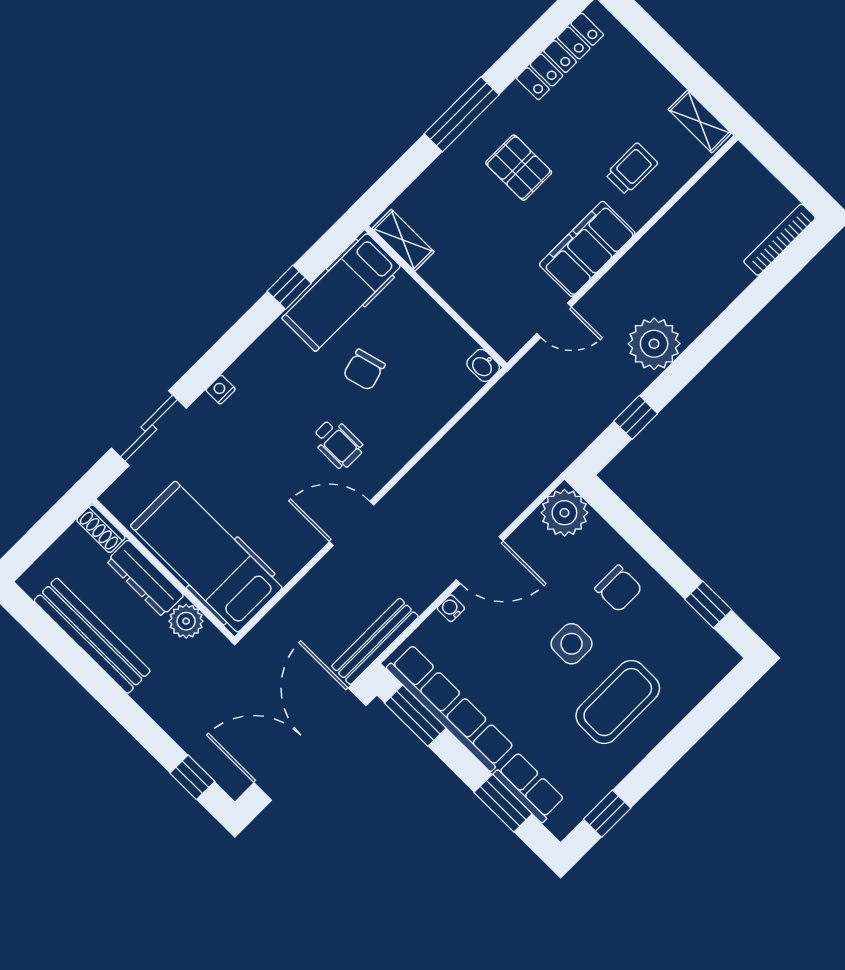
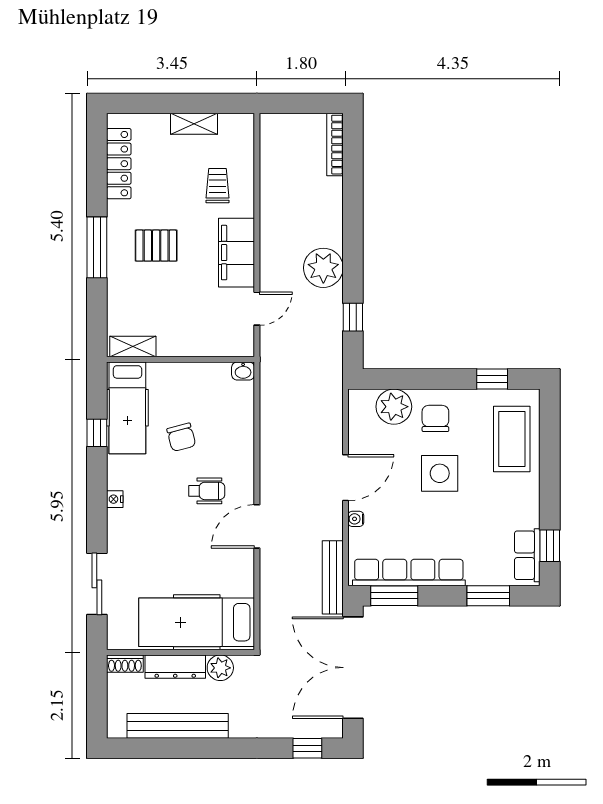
shelving: (700, 121) -> (194, 124), moved
nightstand: (221, 390) -> (115, 499), moved
plant: (564, 513) -> (394, 407), moved
chair: (619, 589) -> (435, 418), turned -90
side table: (572, 644) -> (440, 473), width x1.37, depth x1.37
coffee table: (618, 702) -> (512, 439), moved
row of seats: (529, 787) -> (527, 555), moved, turned -90

